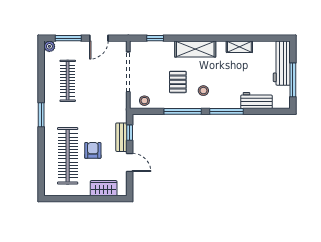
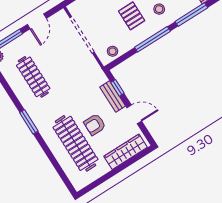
armchair: (93, 150) -> (95, 124), turned -90
wardrobe: (104, 188) -> (126, 152), width x1.50

